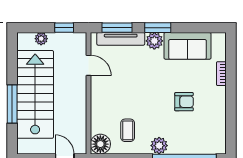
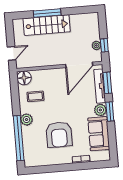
plant: (41, 39) -> (96, 45), moved
door: (89, 65) -> (79, 65), width x1.88
stairs: (35, 94) -> (47, 25), width x0.73, depth x0.66
armchair: (184, 102) -> (59, 135), width x1.88, depth x1.88

